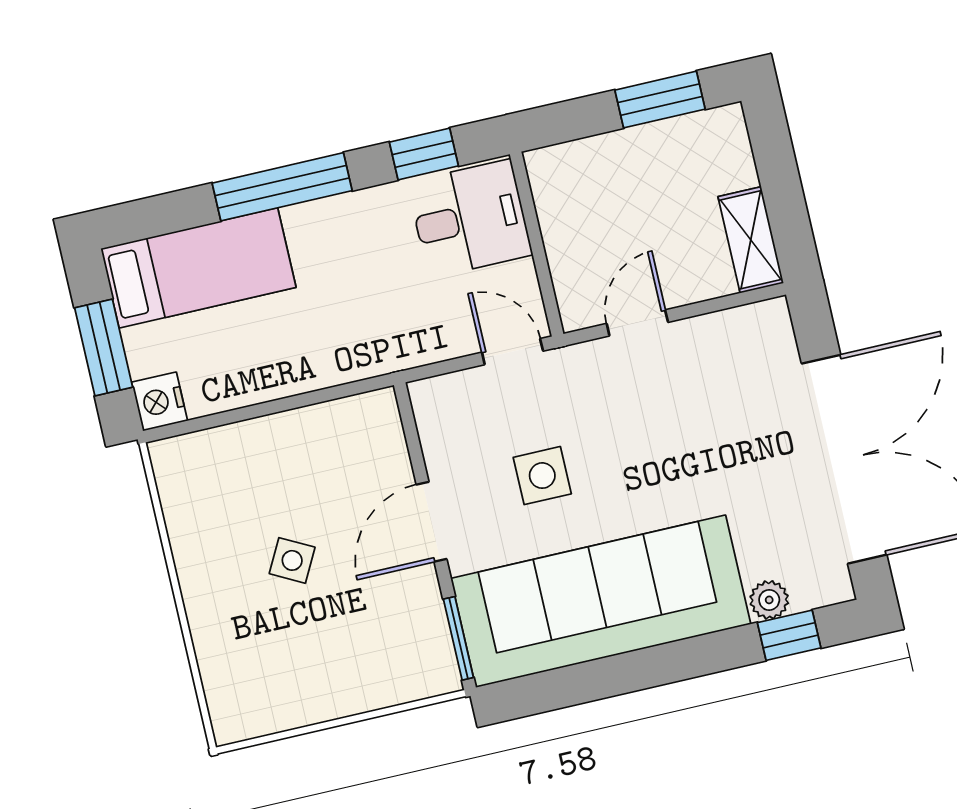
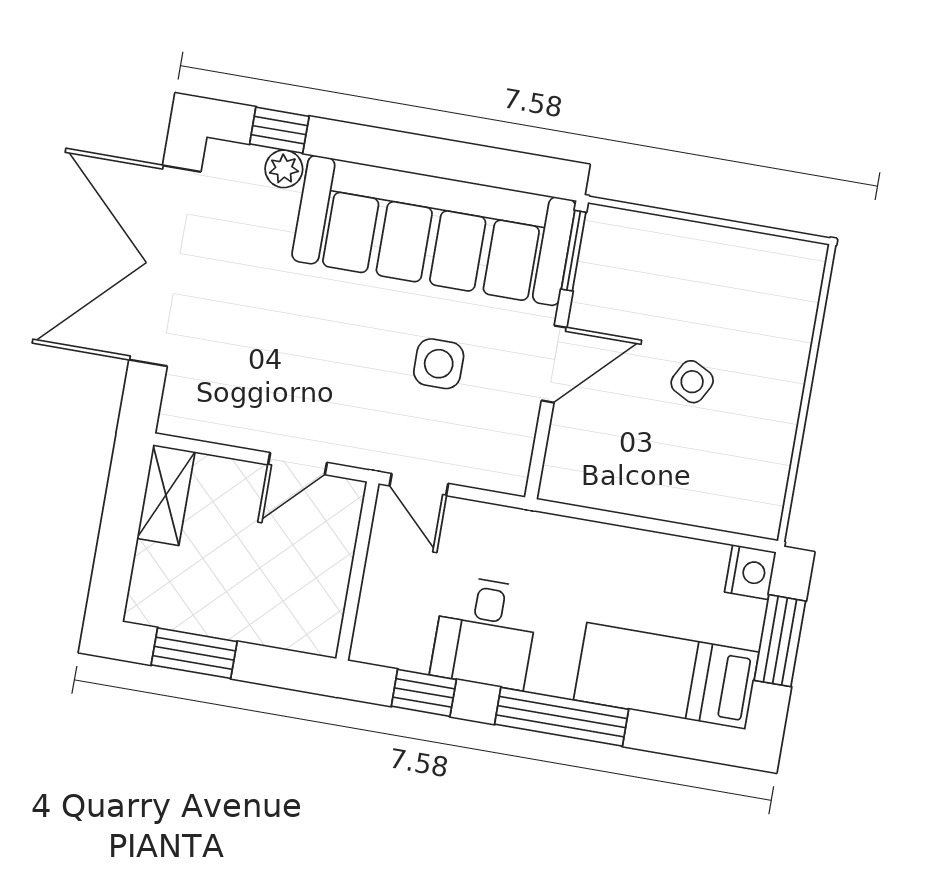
desk: (470, 219) -> (485, 632), moved, turned -90

